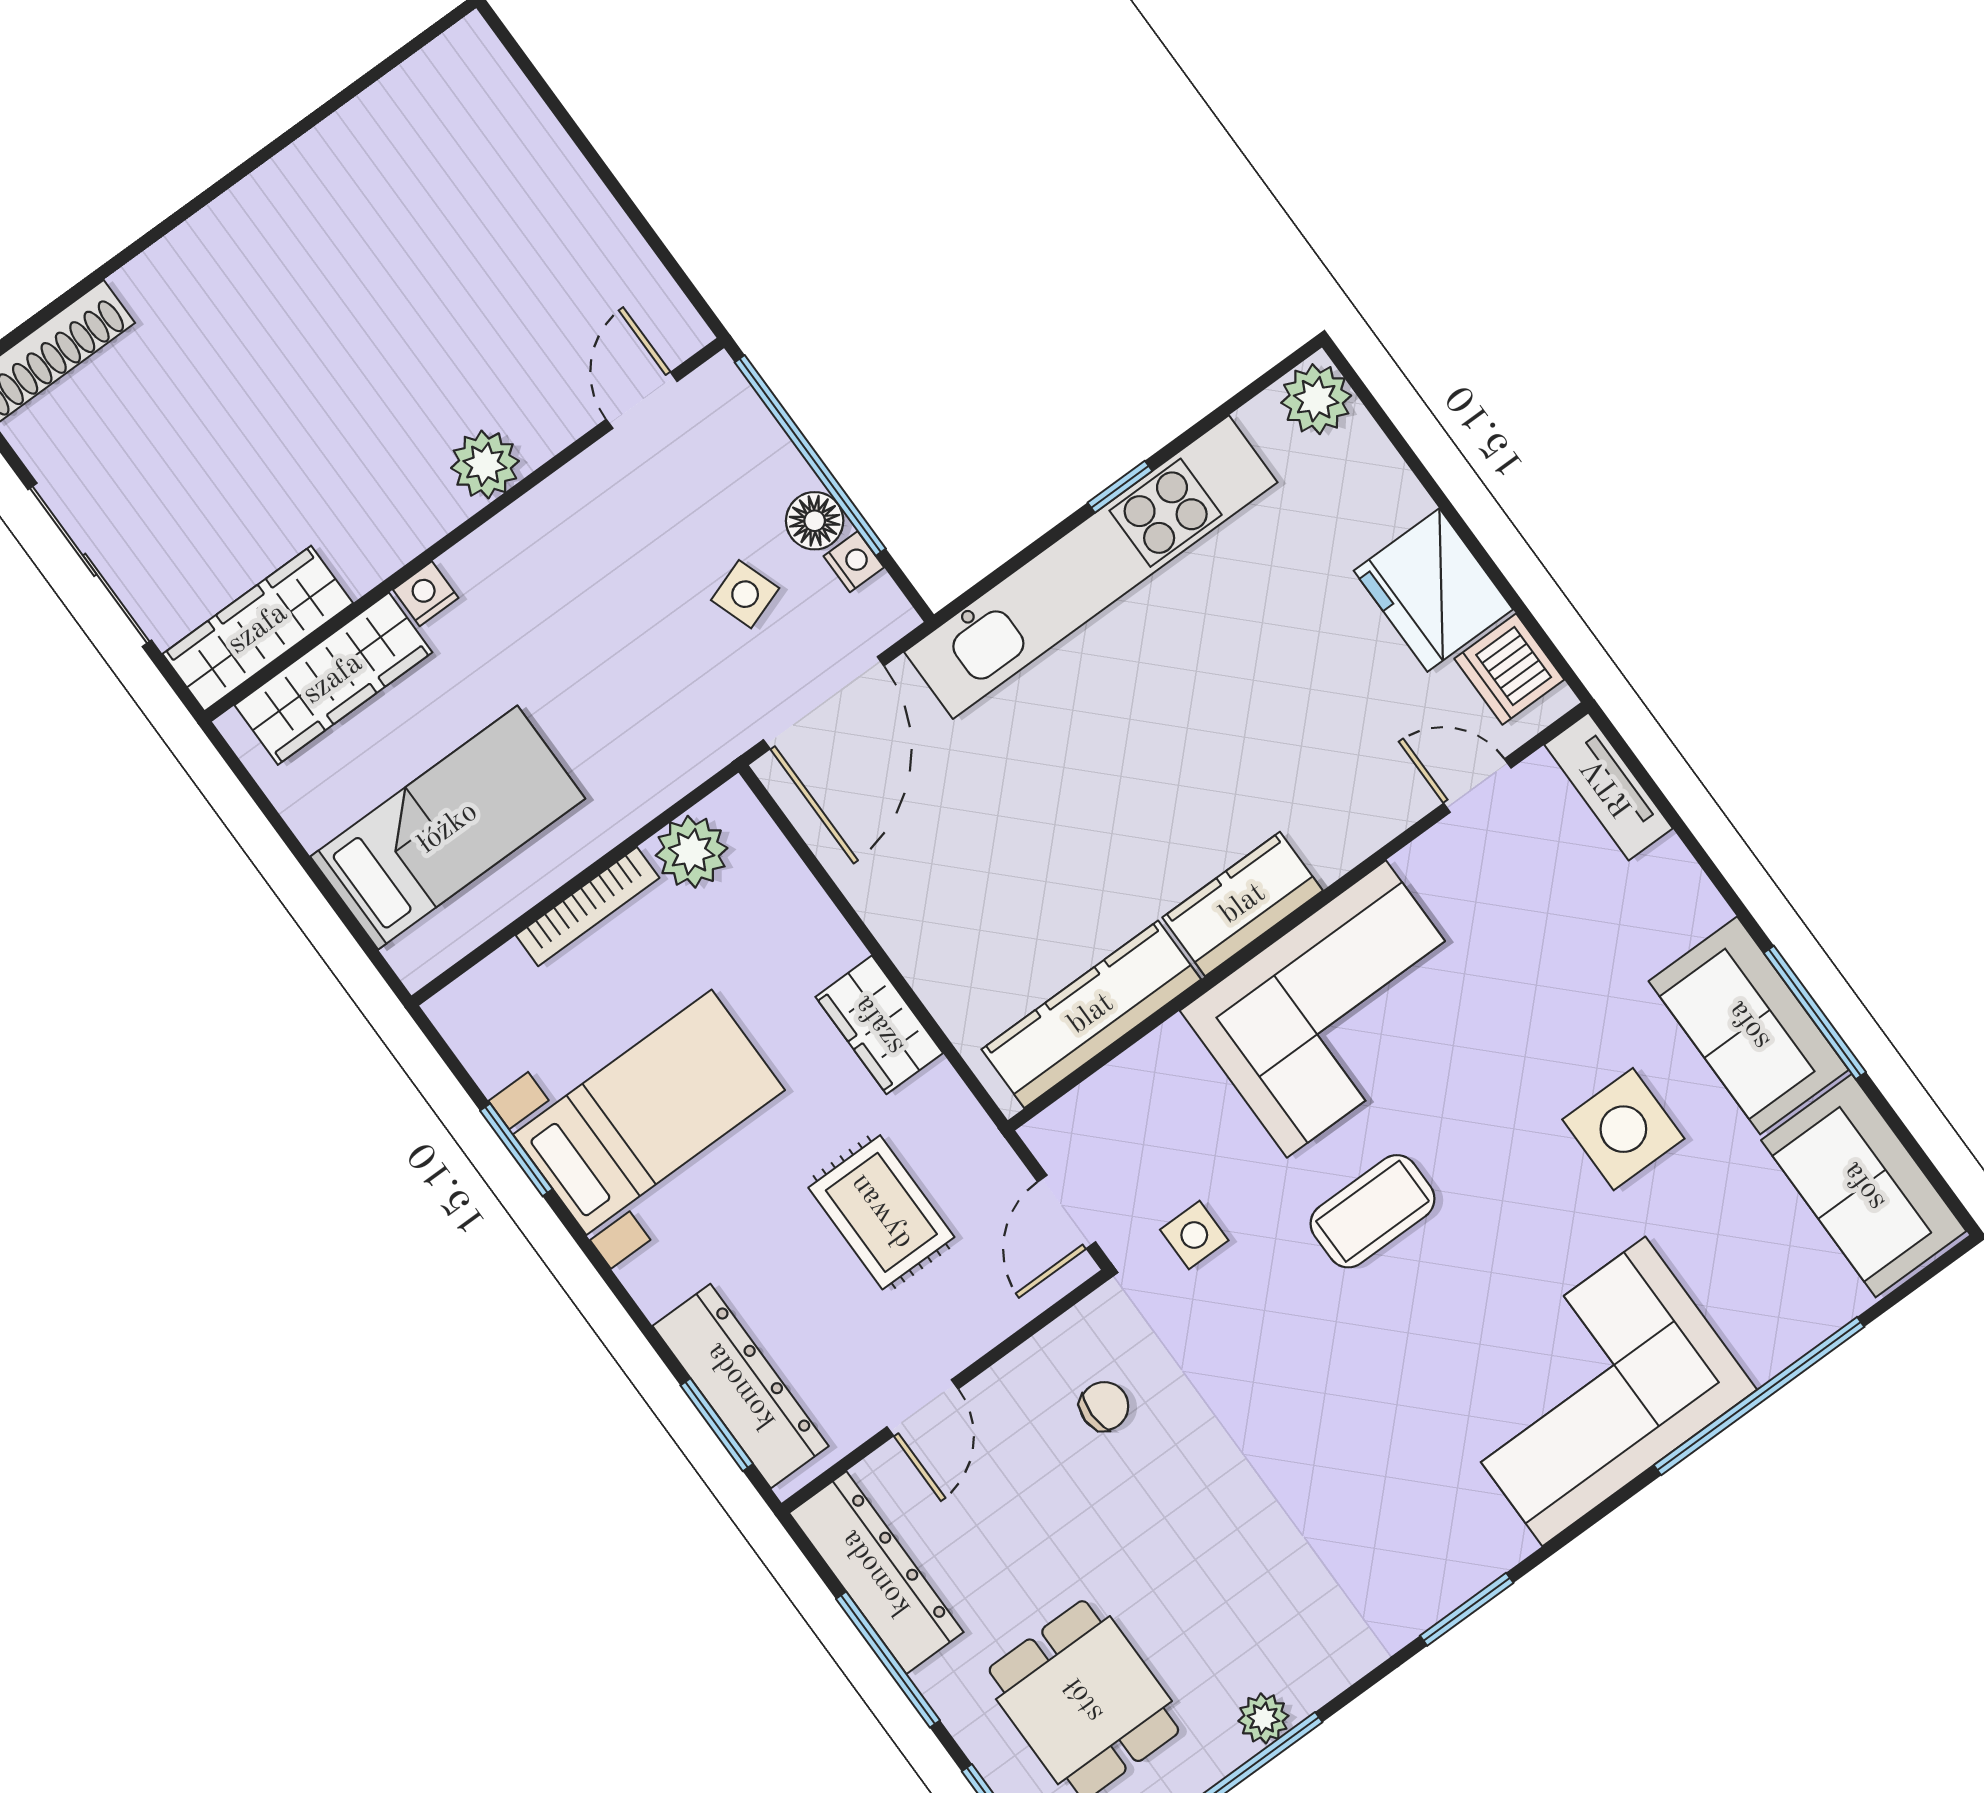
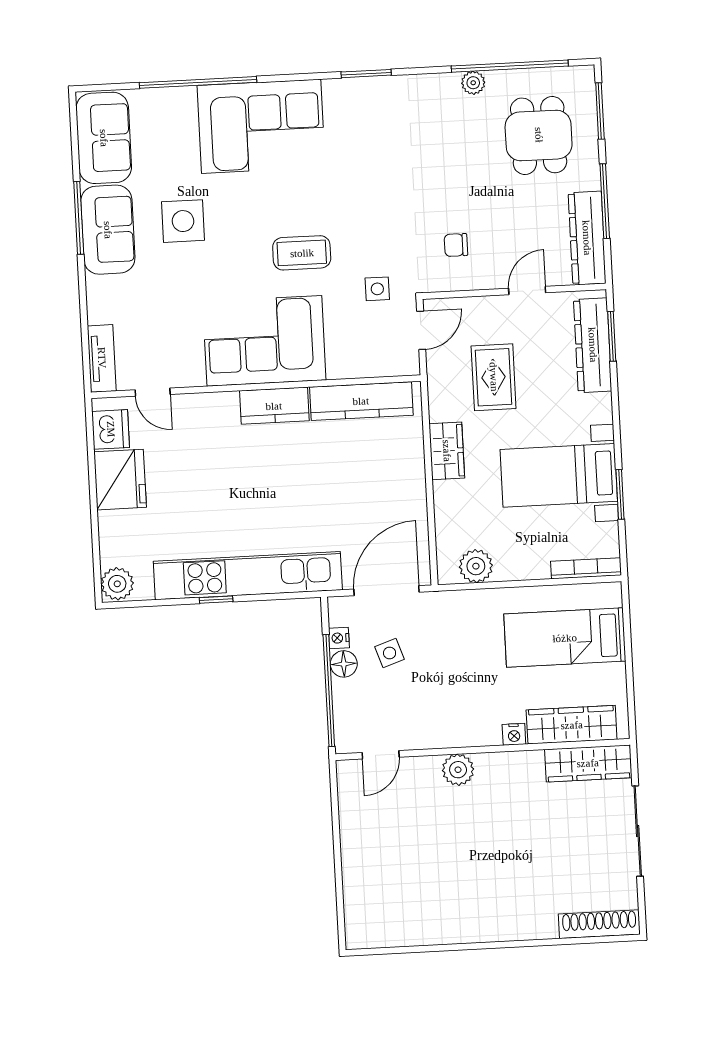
bookcase: (588, 907) -> (586, 568), moved

